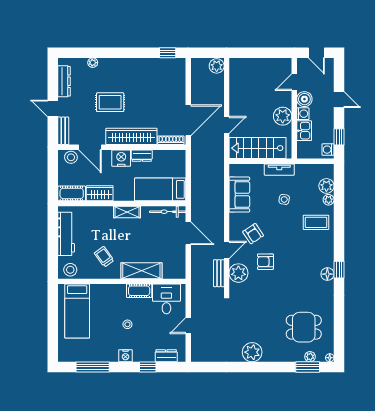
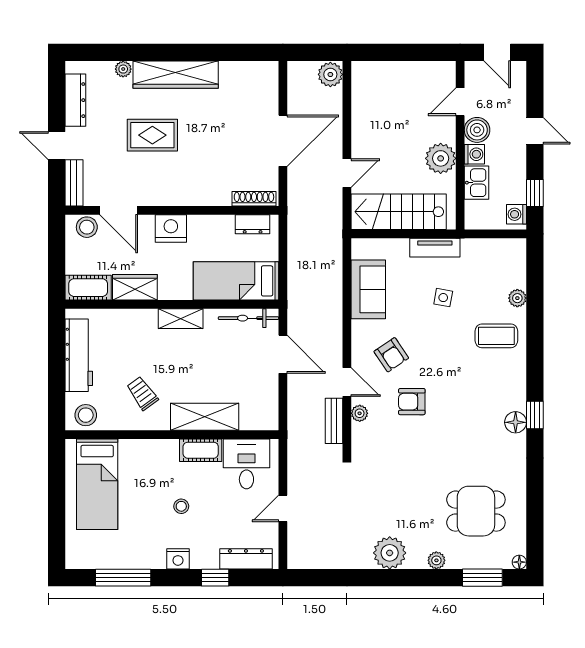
window: (168, 53) -> (248, 52), removed
door: (188, 120) -> (283, 141), moved
wardrobe: (131, 136) -> (176, 75), moved, turned 180
dresser: (142, 156) -> (253, 224), moved
plant: (326, 186) -> (514, 275), removed
door: (227, 250) -> (347, 382), hinge flipped
plant: (238, 273) -> (360, 413), width x0.53, depth x0.53
dresser: (166, 356) -> (246, 559), width x1.44
plant: (310, 357) -> (436, 560), moved

